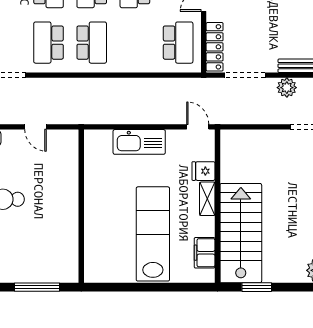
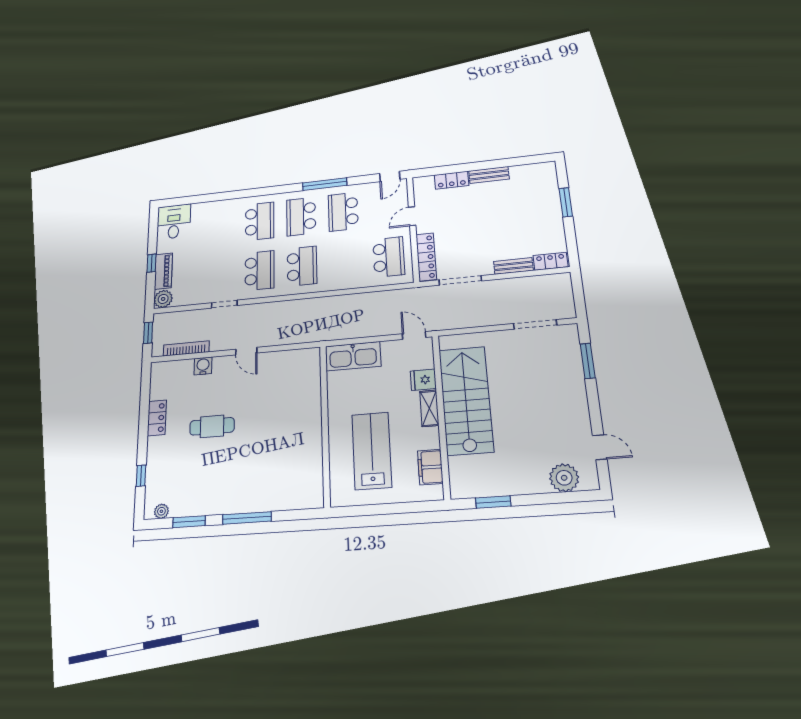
school desk: (48, 43) -> (260, 271), turned 180
plant: (287, 88) -> (506, 288), removed
wall: (81, 206) -> (325, 424), moved
stairs: (241, 233) -> (466, 400), moved
lab bench: (153, 234) -> (372, 451), width x0.73

